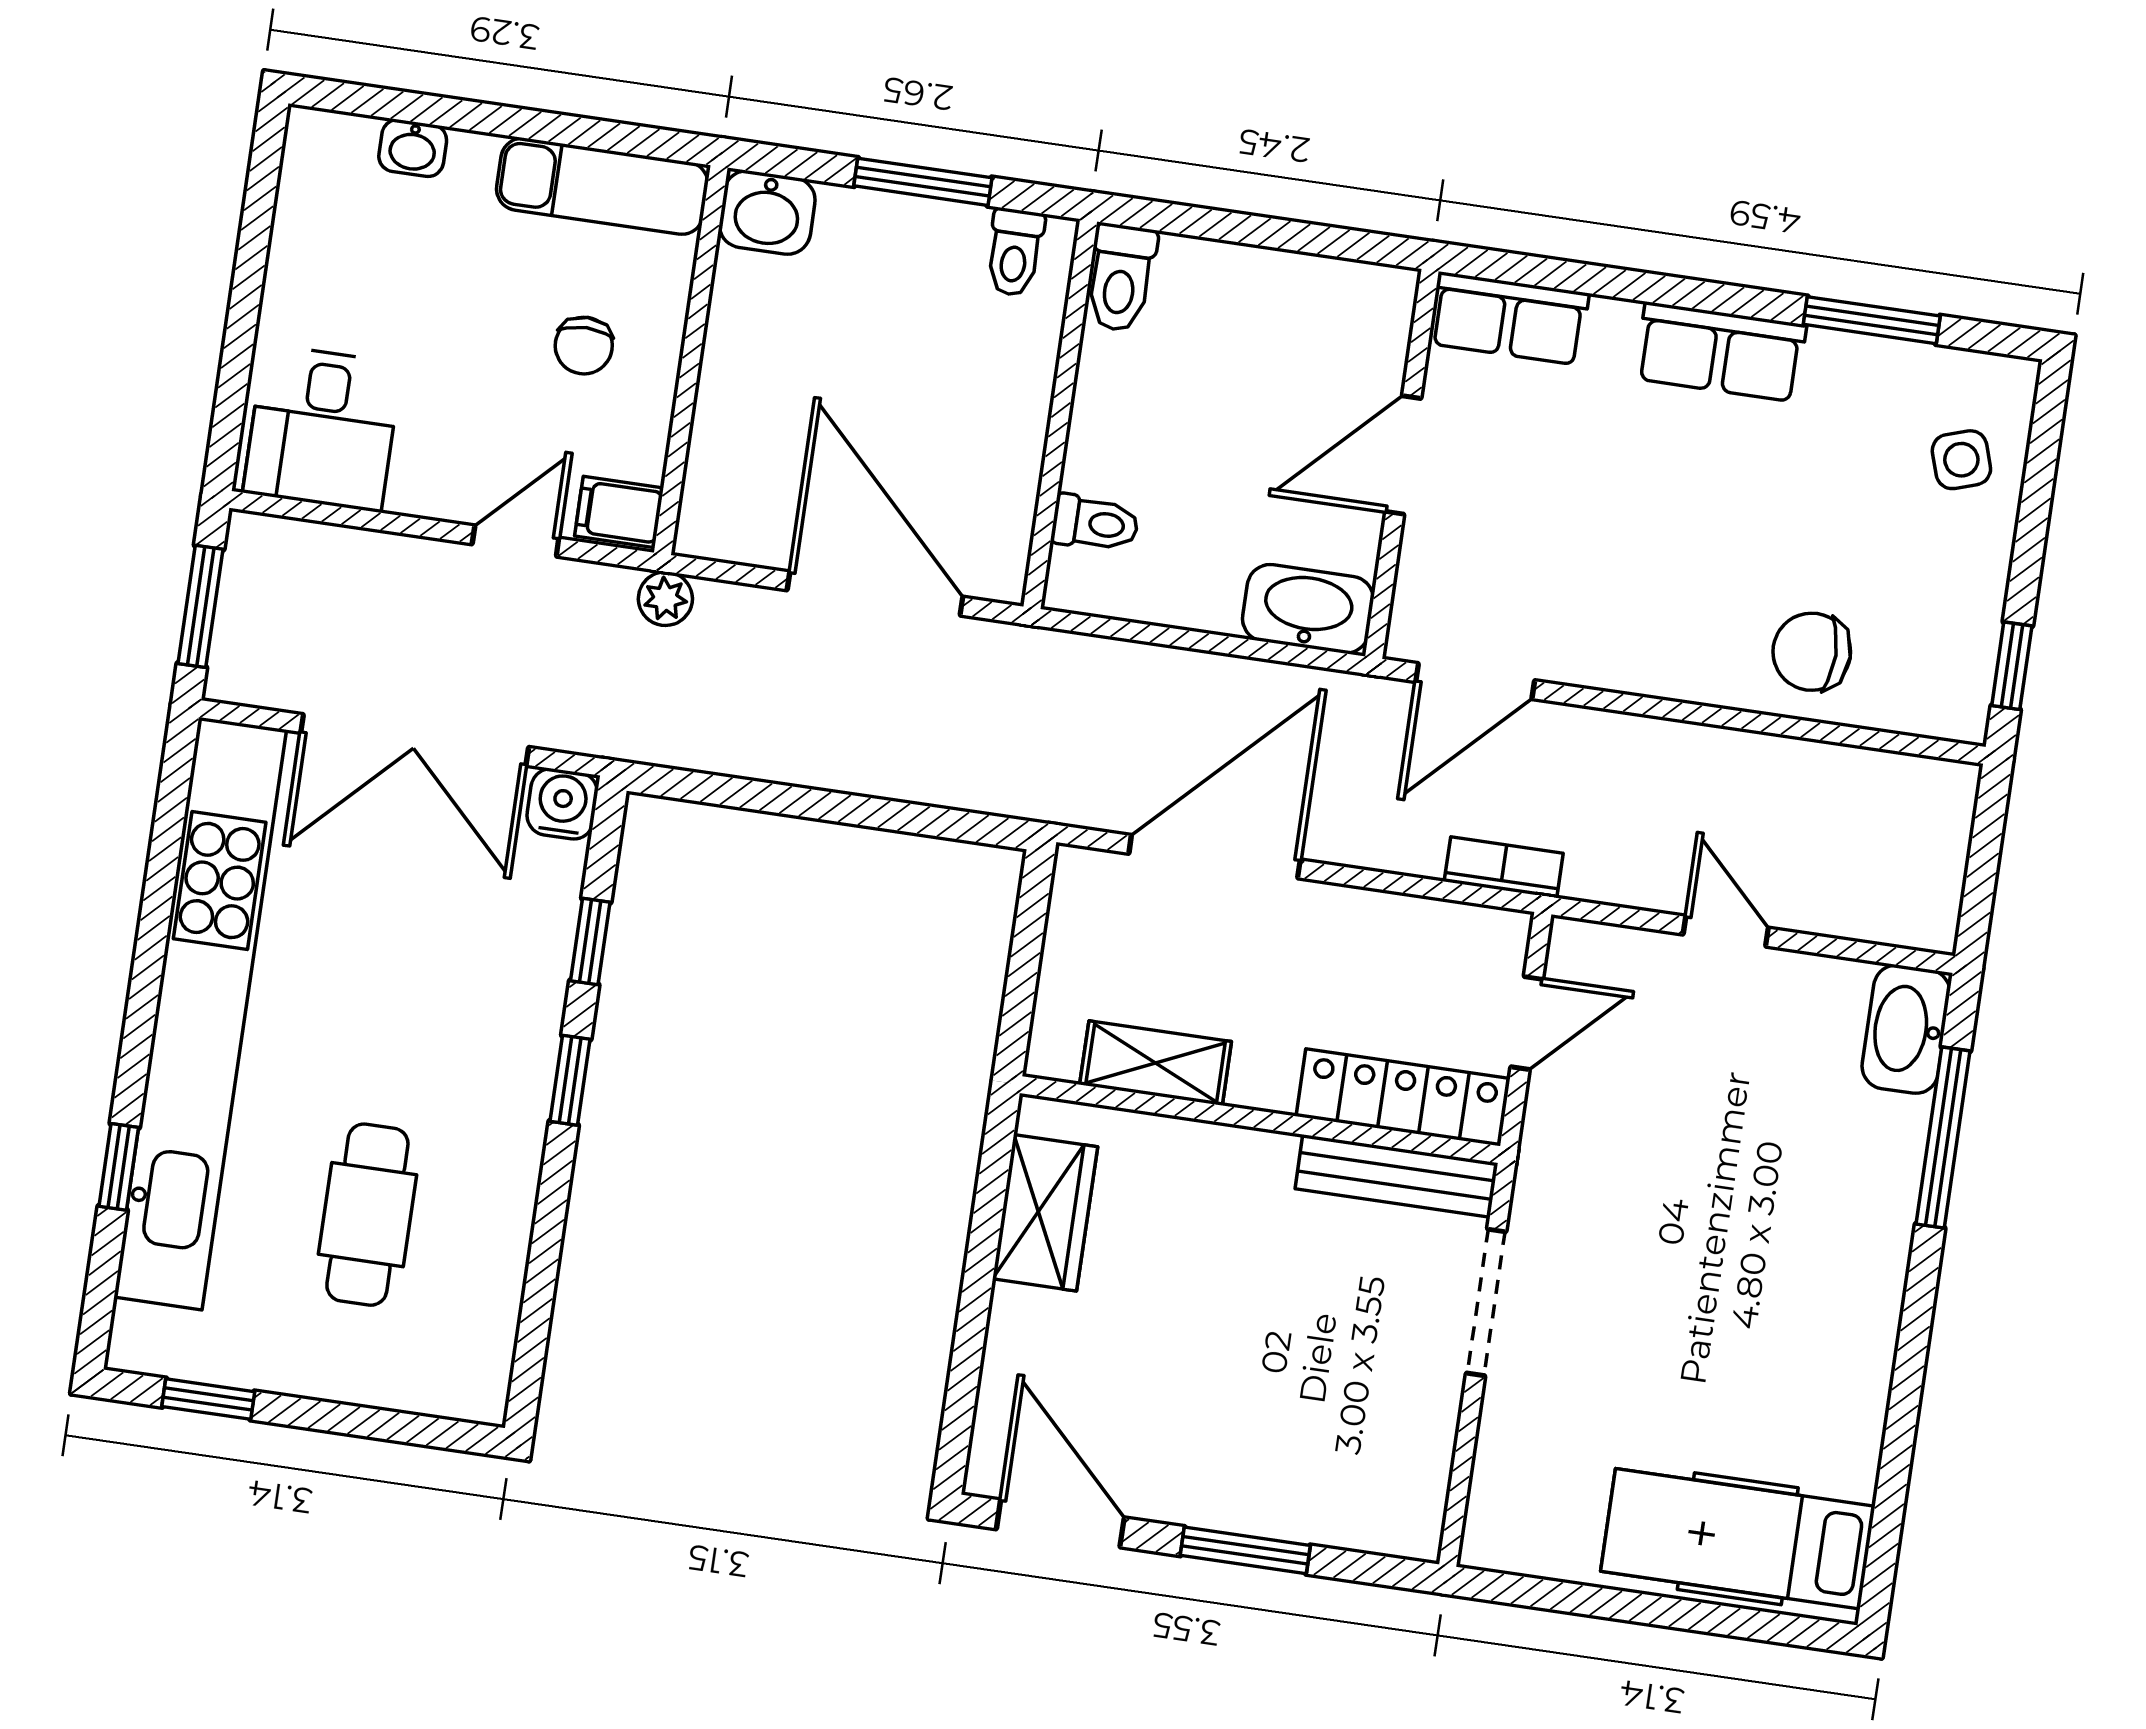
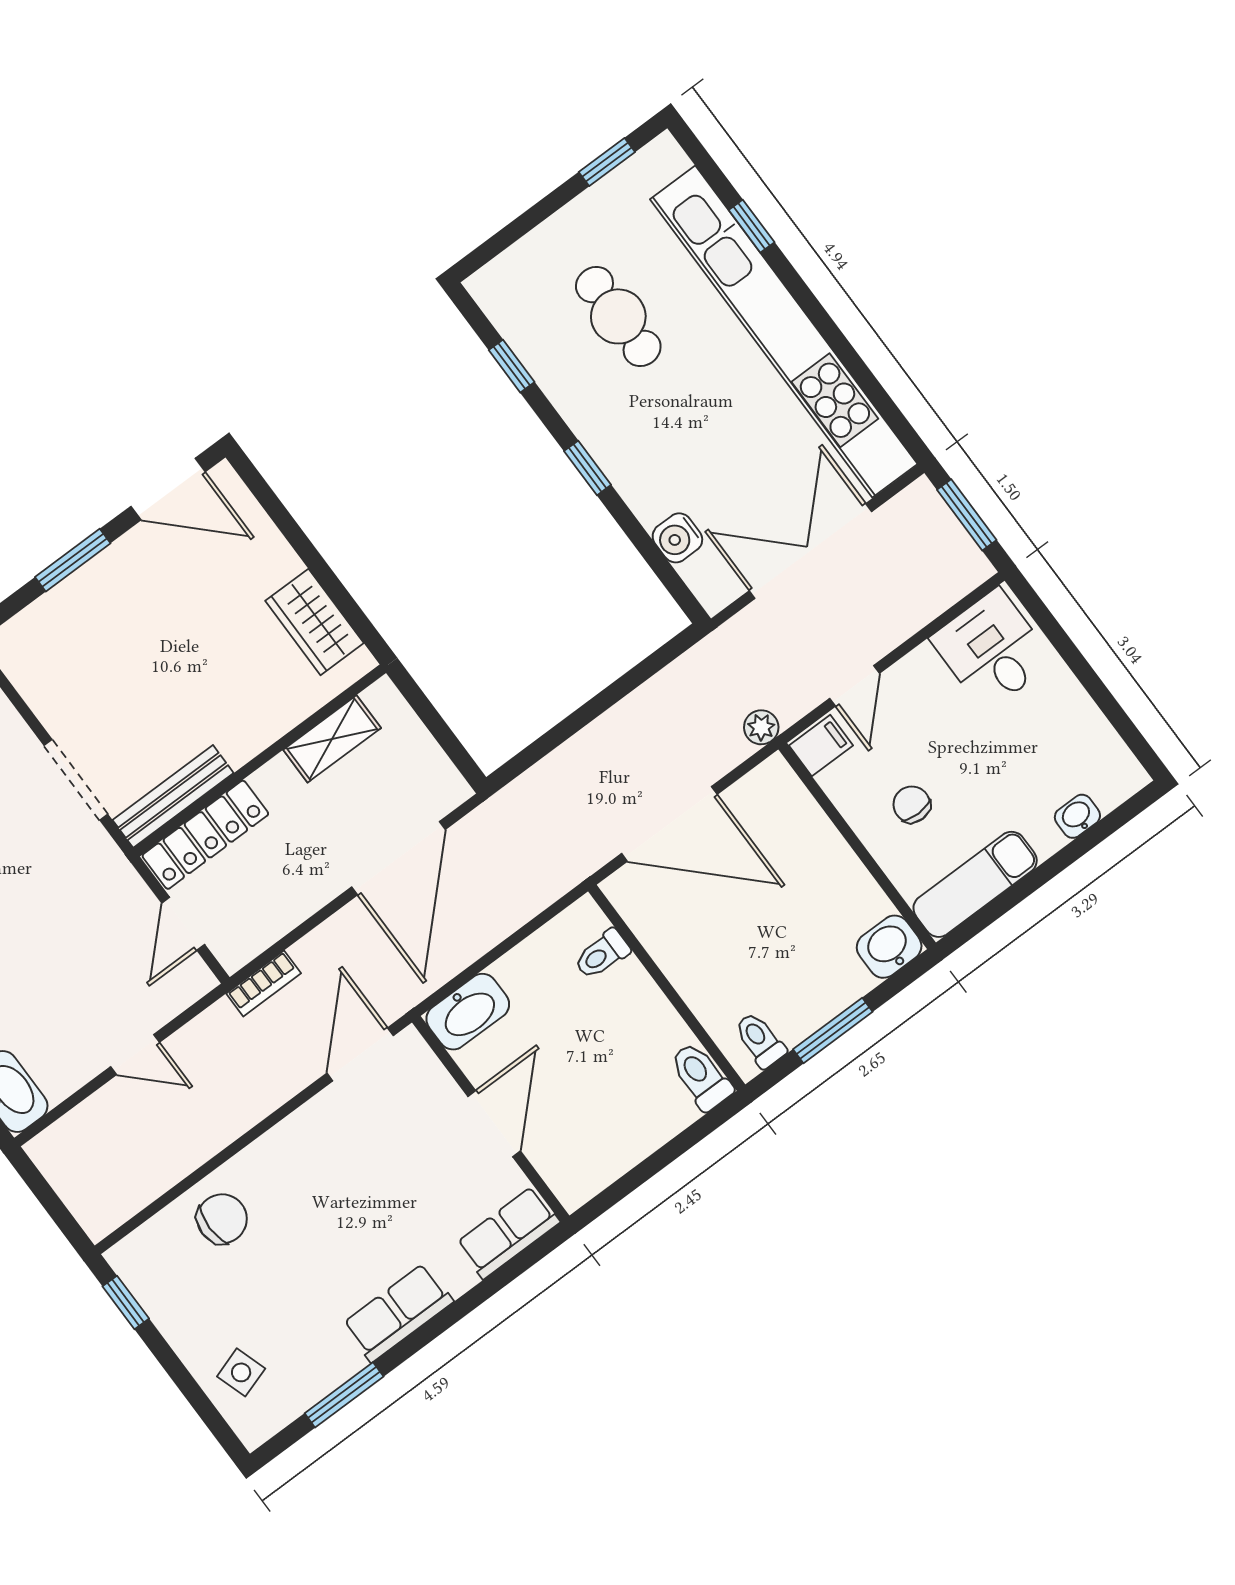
water cooler: (562, 804) -> (677, 538), moved, turned 90
window: (590, 942) -> (512, 366), moved

